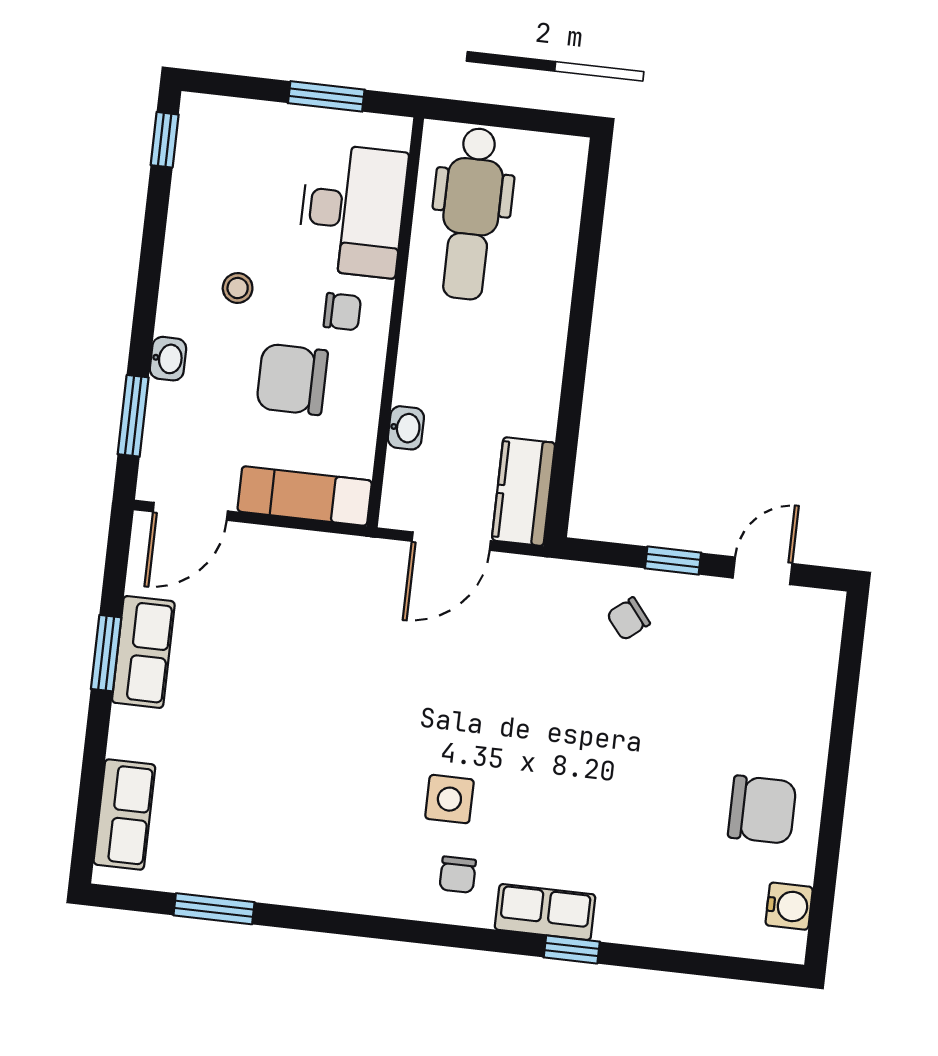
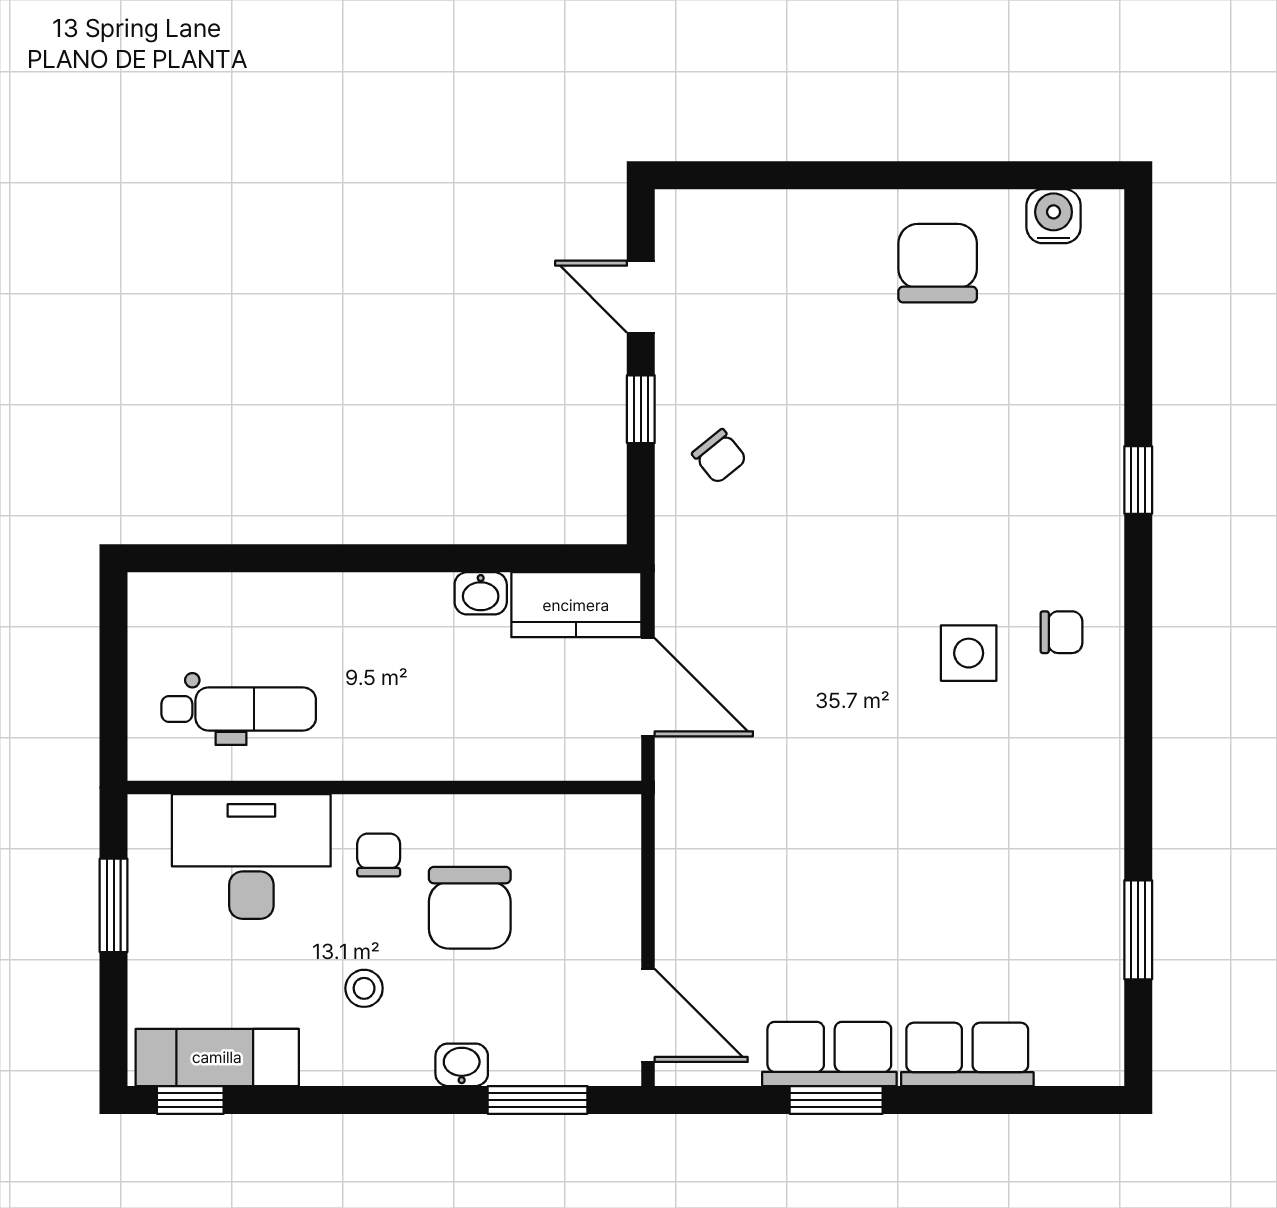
dental chair: (471, 214) -> (239, 709), width x0.73, depth x0.72
washbasin: (406, 428) -> (481, 593), moved, turned 180
exam couch: (305, 496) -> (217, 1057), moved, turned 90
row of seats: (124, 815) -> (967, 1054), moved
row of seats: (545, 912) -> (1095, 518), removed

